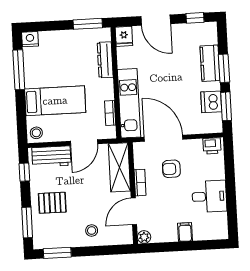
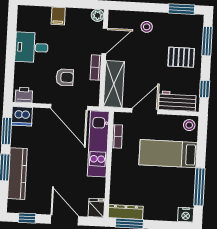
dresser: (105, 60) -> (126, 212), moved, turned -90
kitchen counter: (210, 63) -> (17, 174), width x1.50
dishwasher: (211, 102) -> (22, 116), moved, turned 90

